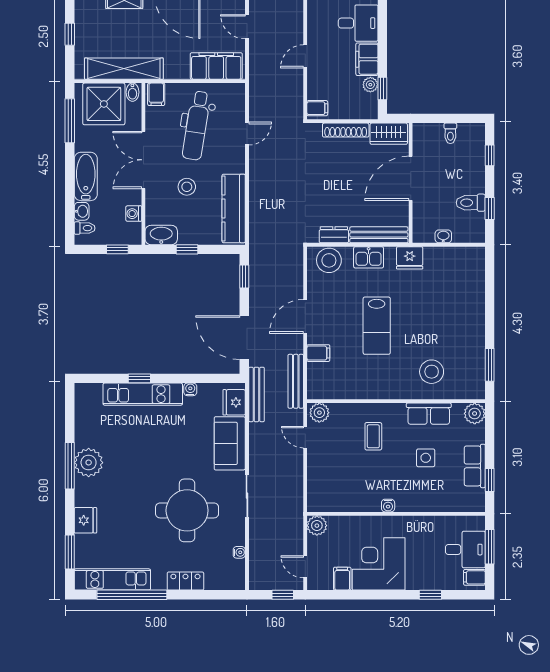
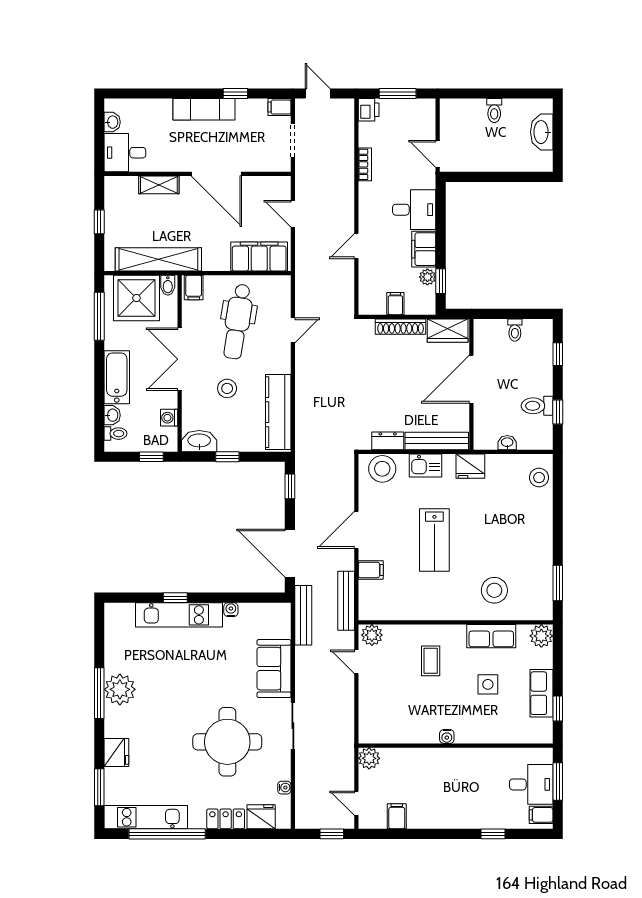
filing cabinet: (317, 108) -> (395, 304), moved, turned -90
stool: (473, 268) -> (539, 478), added
fridge: (234, 402) -> (261, 817), moved, turned 90
corner desk: (379, 564) -> (436, 800), removed

